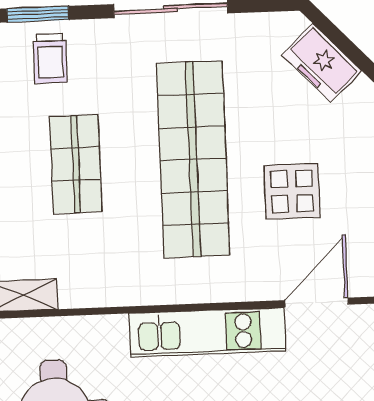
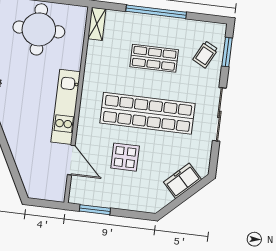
trolley: (50, 59) -> (205, 54), turned -63

